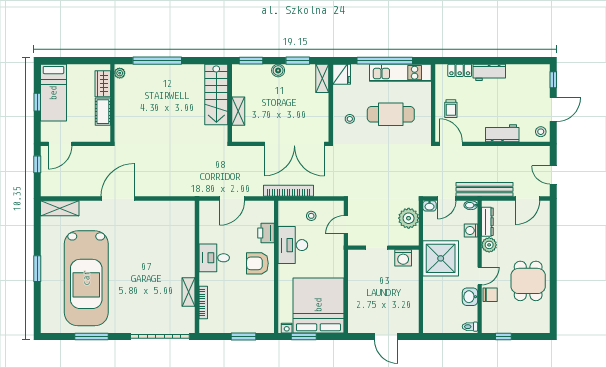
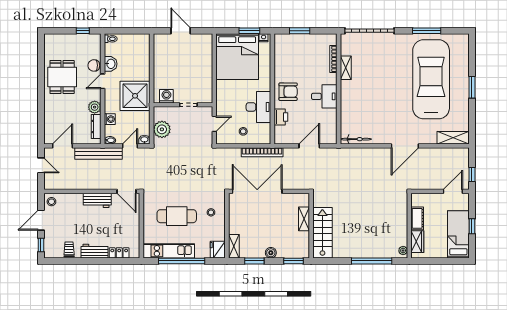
trolley: (451, 109) -> (69, 249), moved
workbench: (502, 133) -> (97, 200), moved
bicycle: (176, 207) -> (356, 139), added

